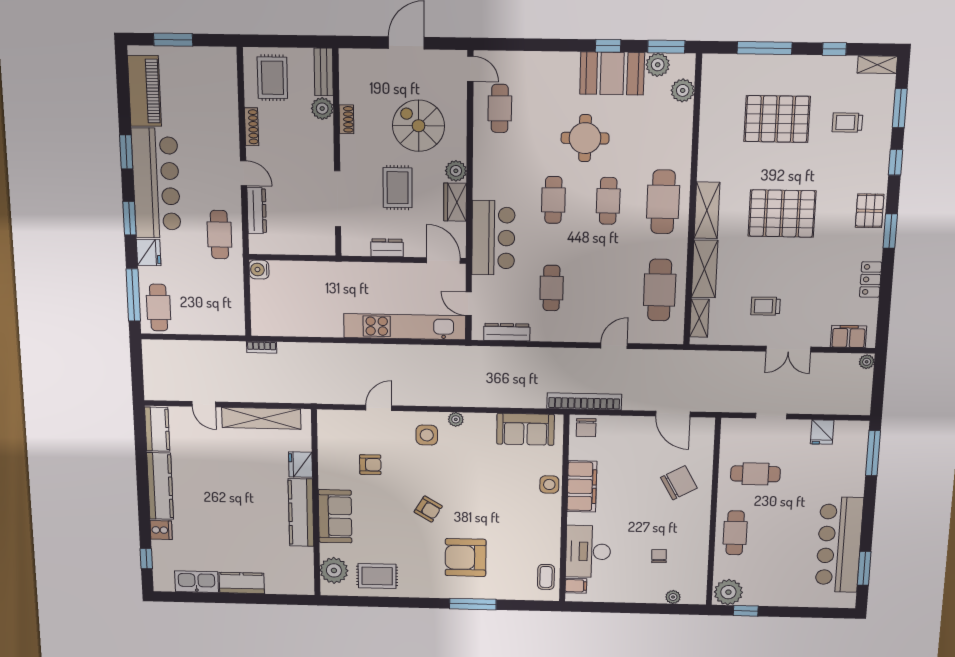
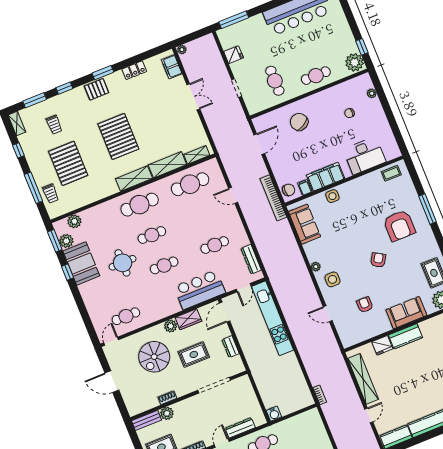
trolley: (765, 306) -> (51, 193), moved
kitchen counter: (301, 513) -> (405, 336), width x0.67
filing cabinet: (576, 586) -> (305, 188), moved

